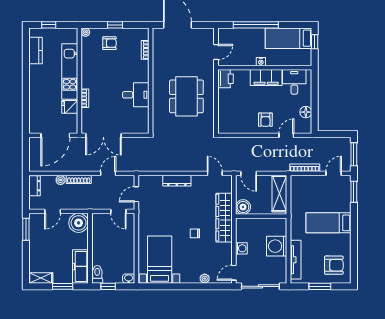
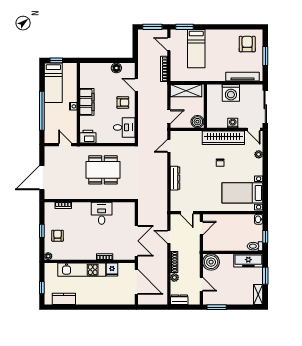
desk: (294, 82) -> (124, 127), moved, turned 180
wardrobe: (224, 218) -> (223, 138), moved
bed: (328, 223) -> (196, 49), moved

